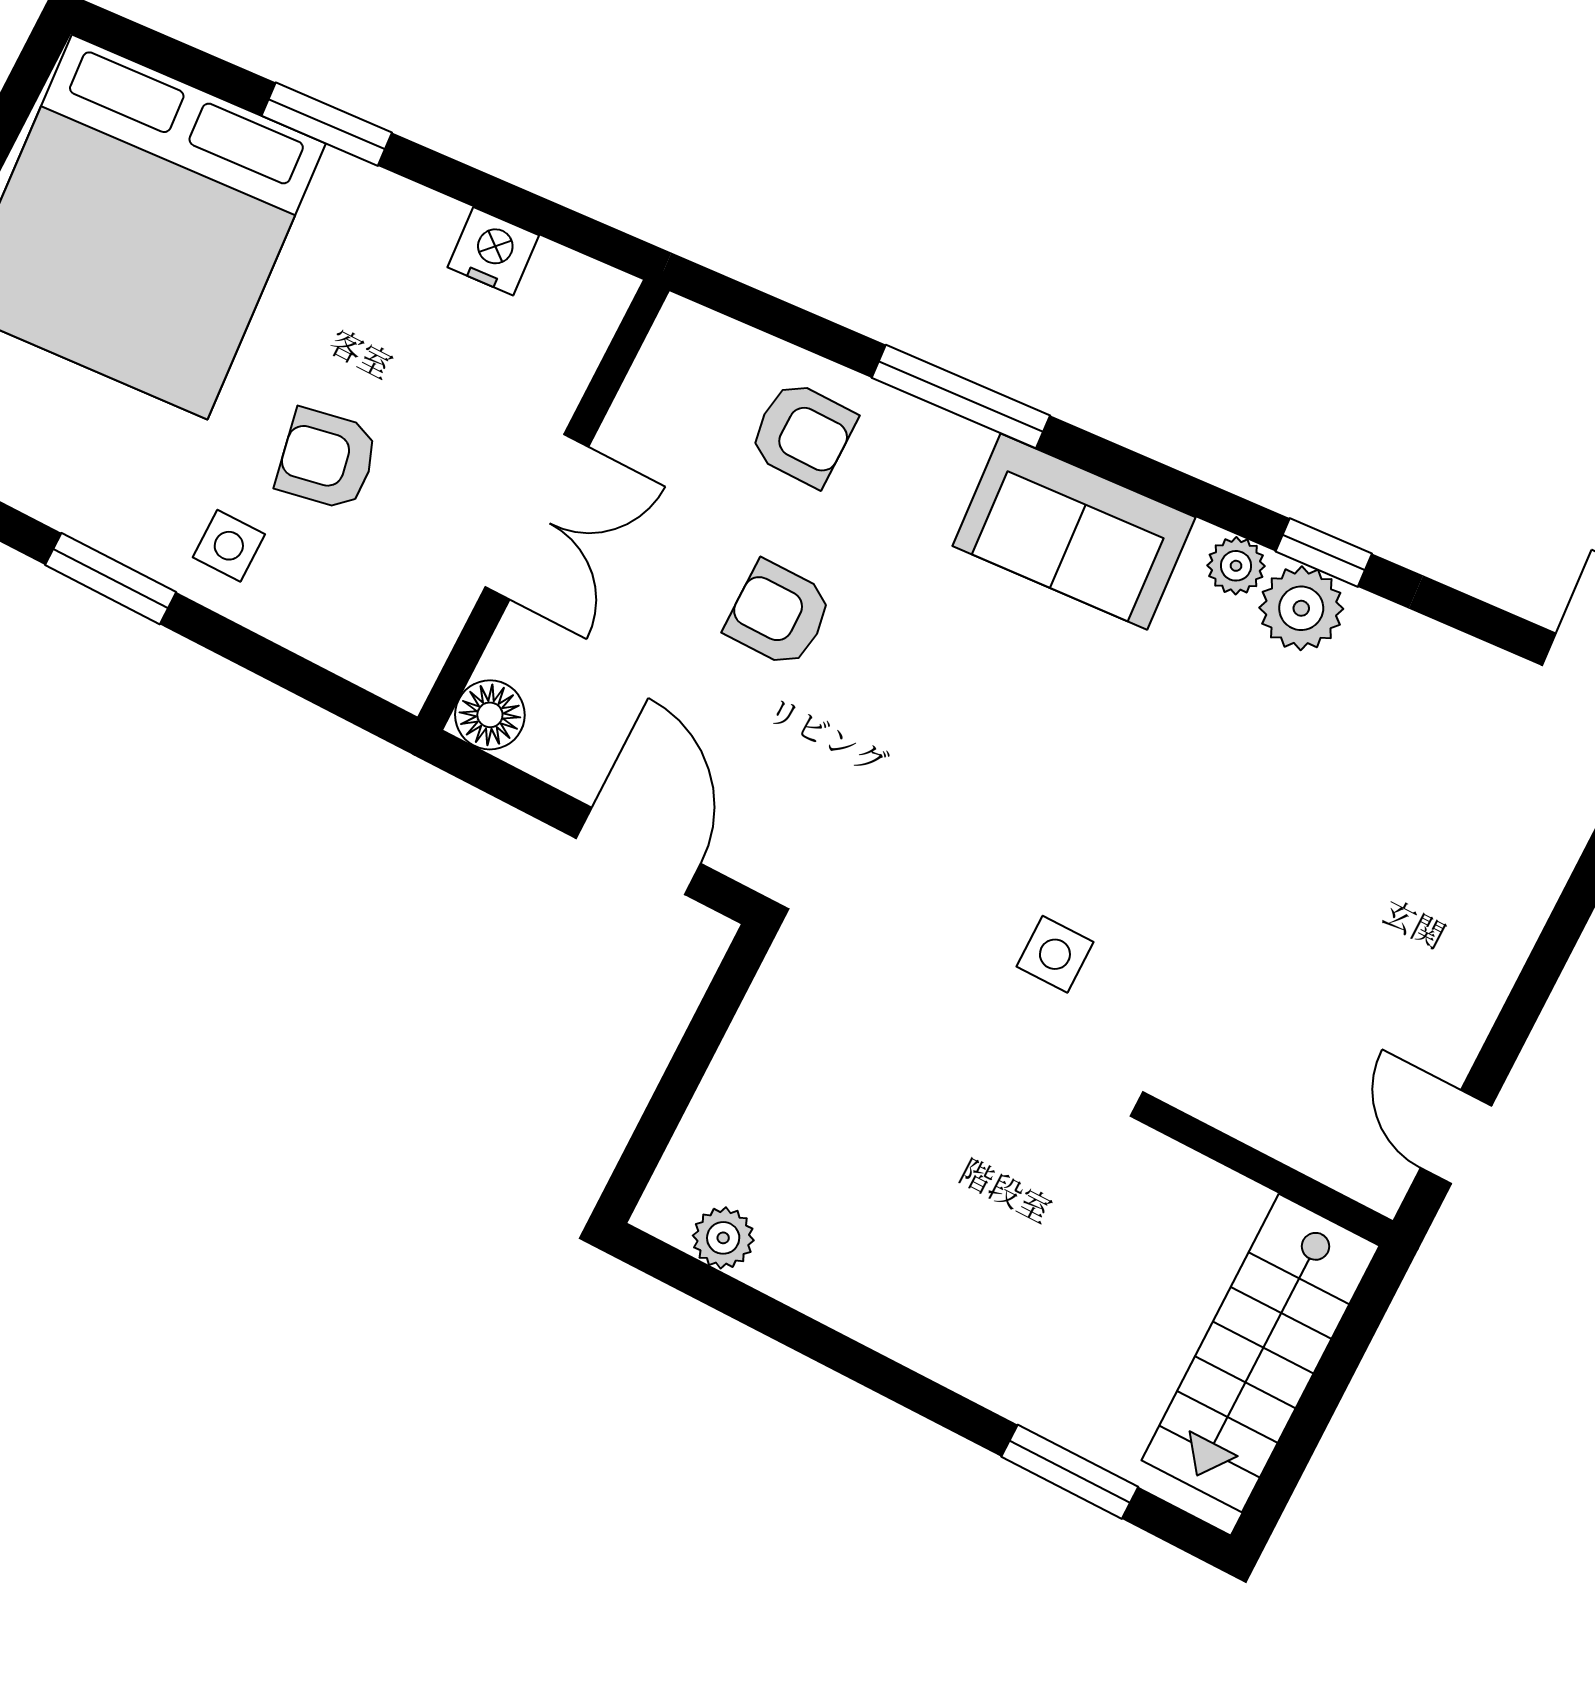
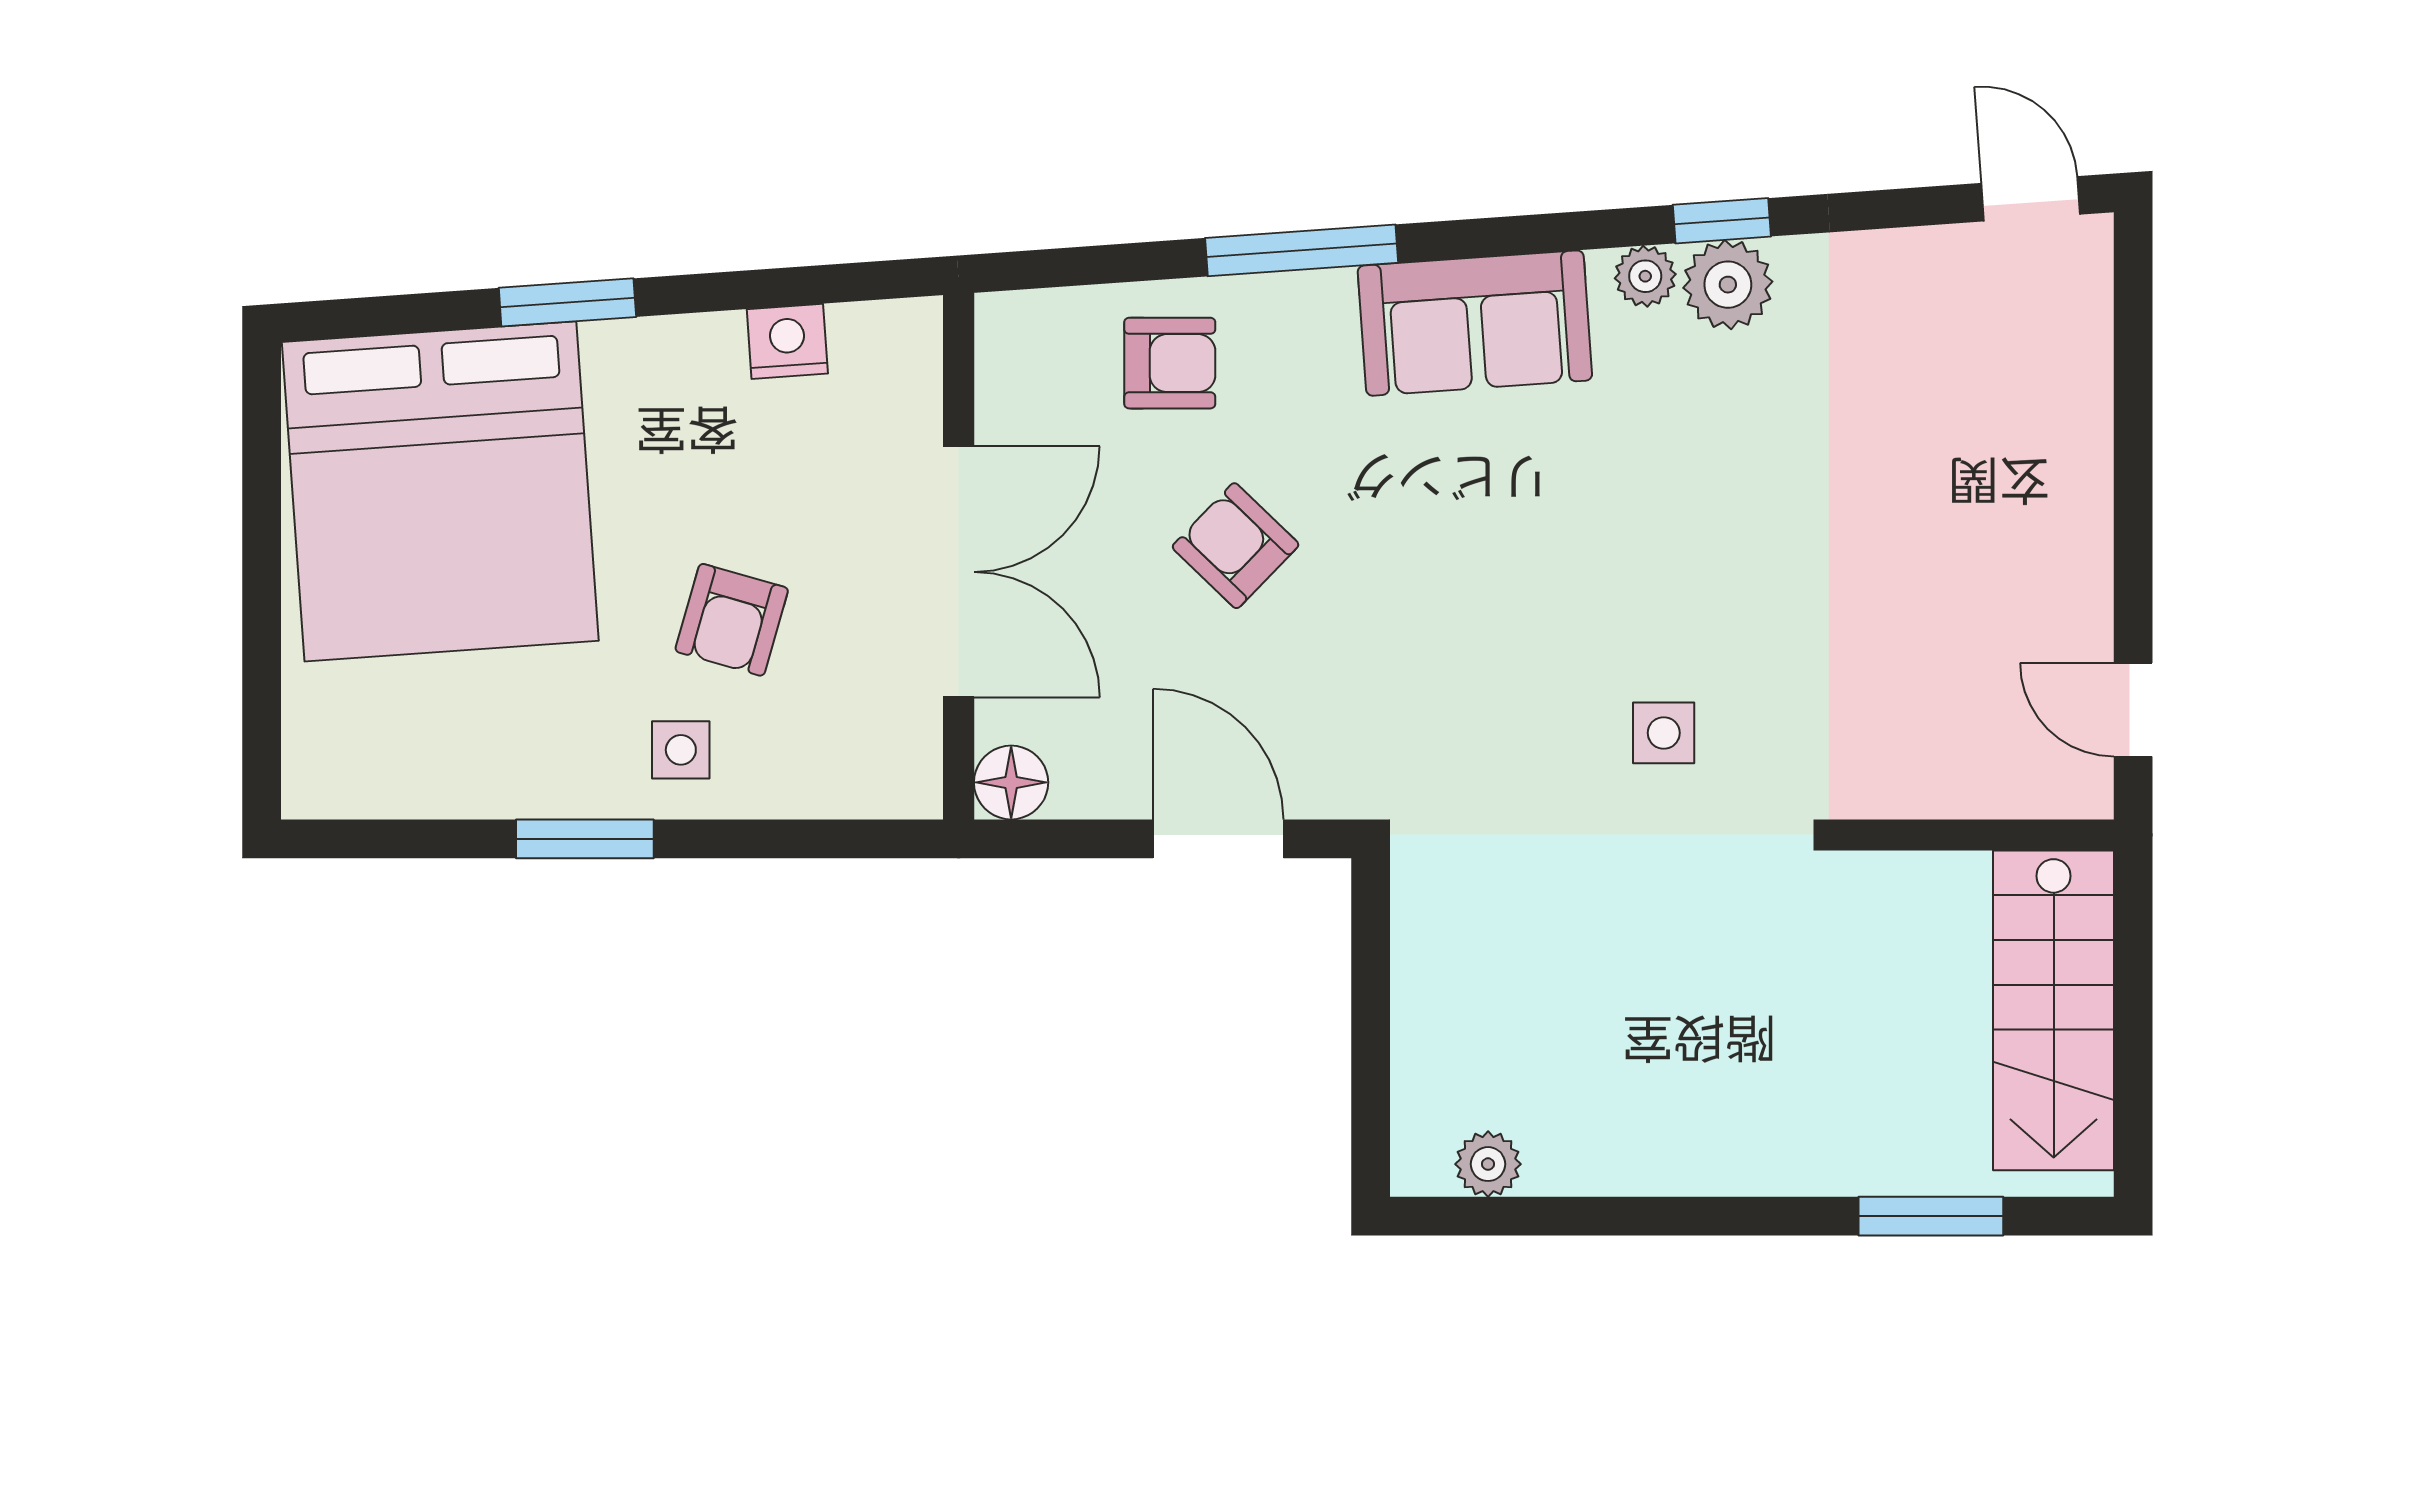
armchair: (327, 459) -> (732, 620), turned -63
double door: (537, 517) -> (959, 572), width x1.37
armchair: (779, 614) -> (1236, 546), turned 44

